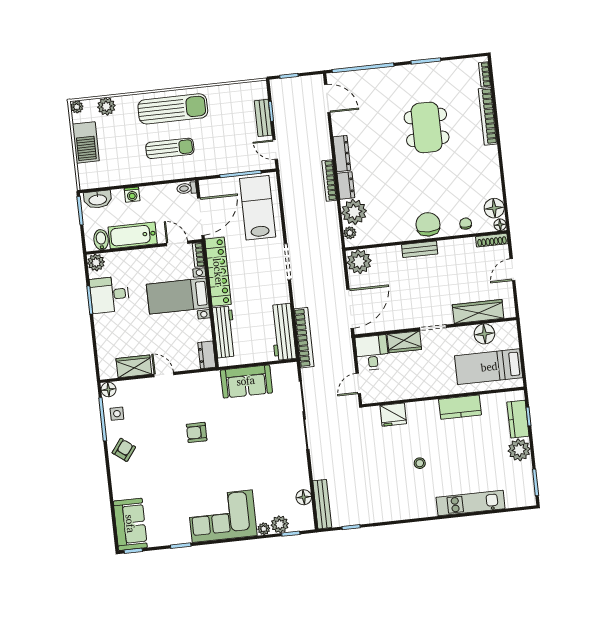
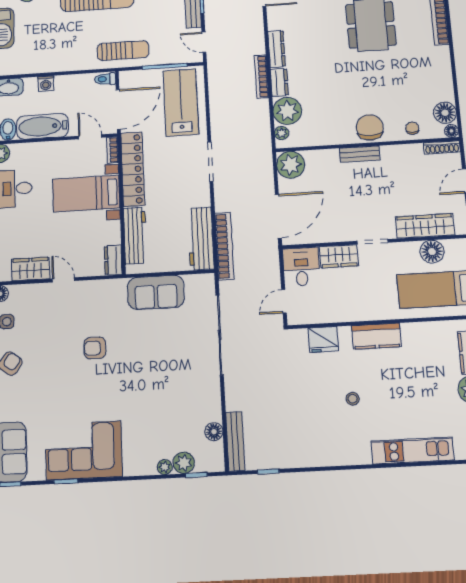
sun lounger: (170, 148) -> (123, 51), moved
kitchen counter: (460, 407) -> (376, 336), moved
corner sofa: (222, 516) -> (84, 451), moved

